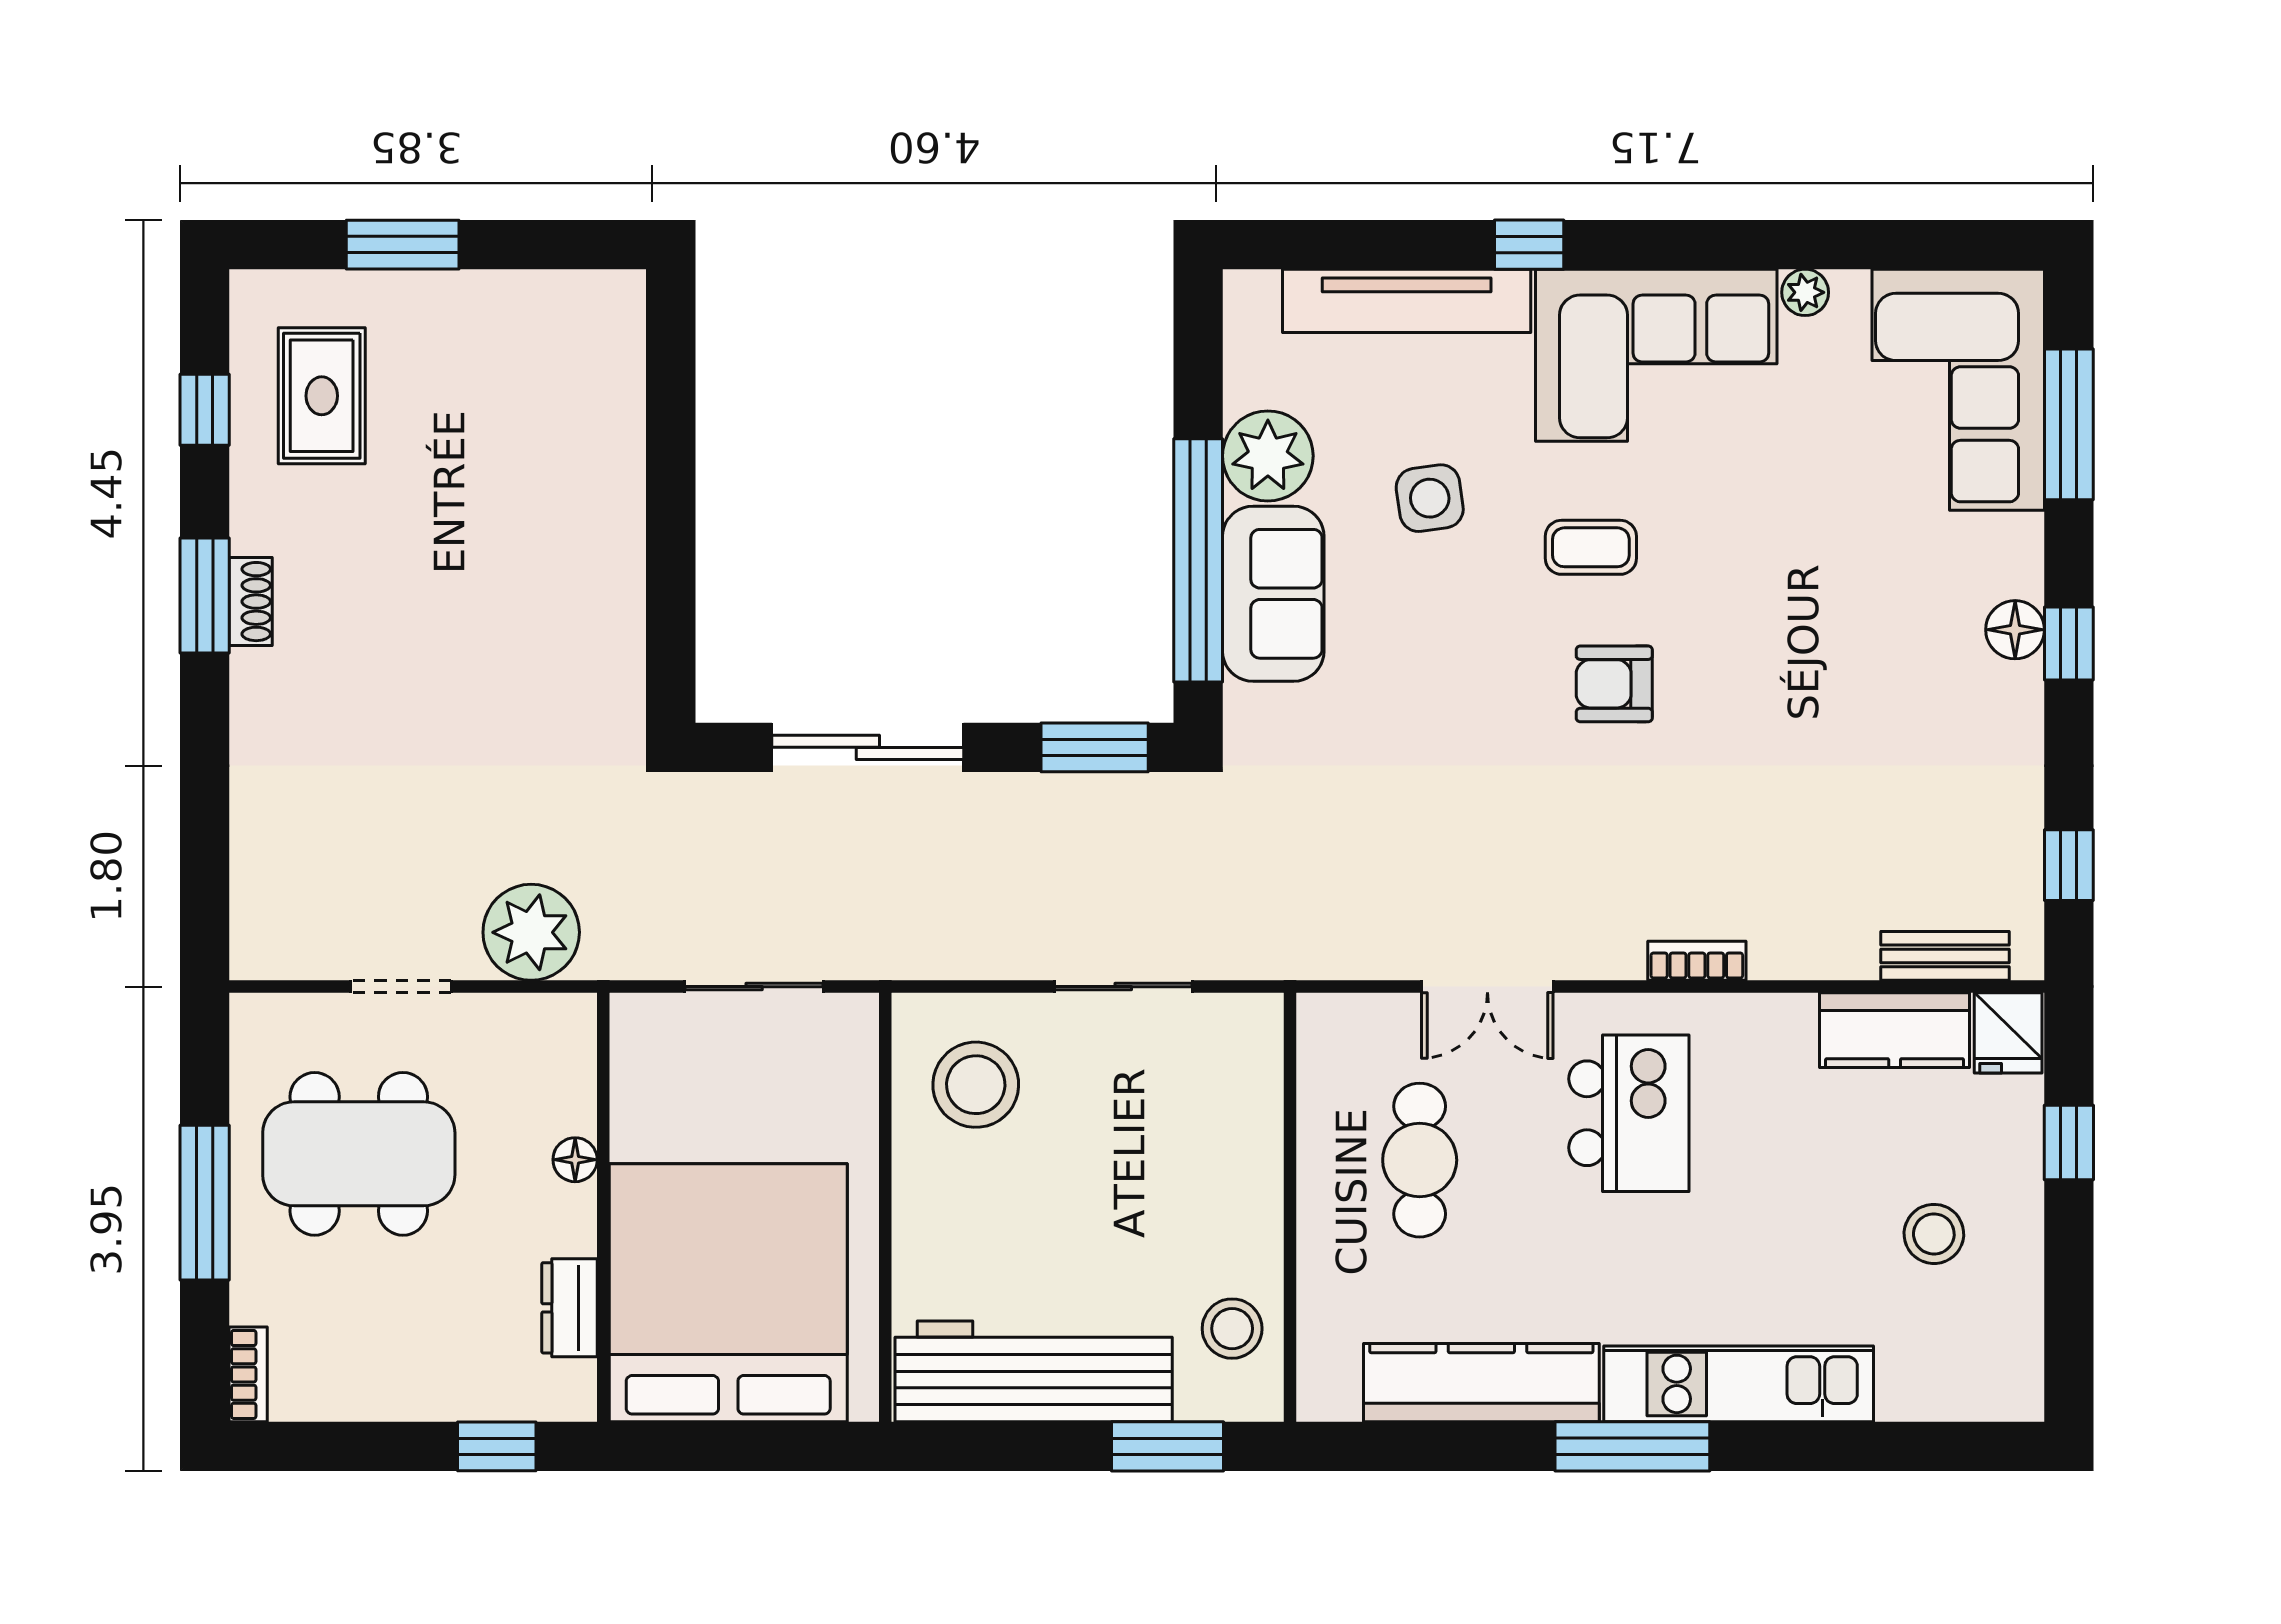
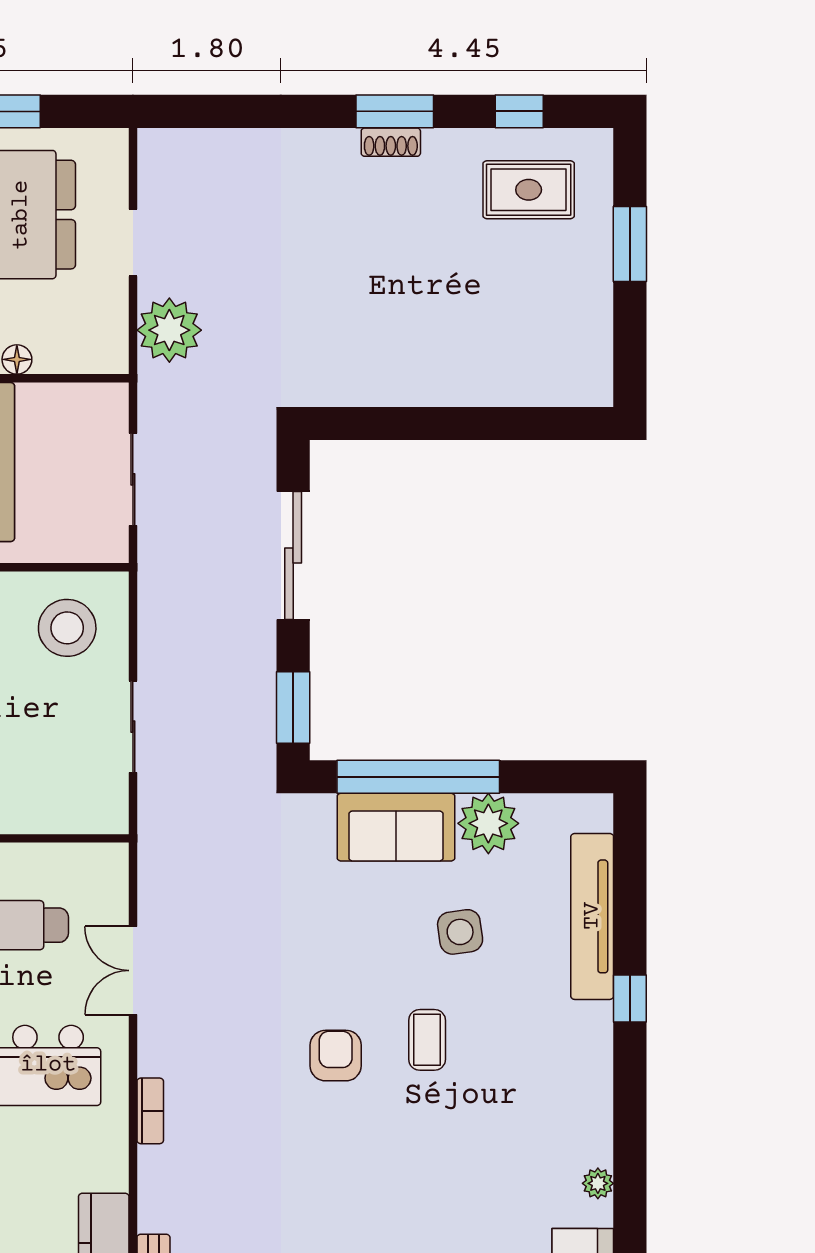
corner sofa: (1656, 355) -> (556, 1084), removed

